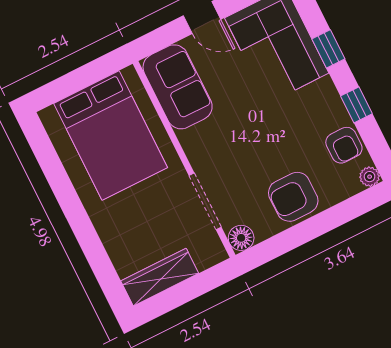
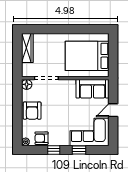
armchair: (293, 197) -> (32, 111), turned 180

